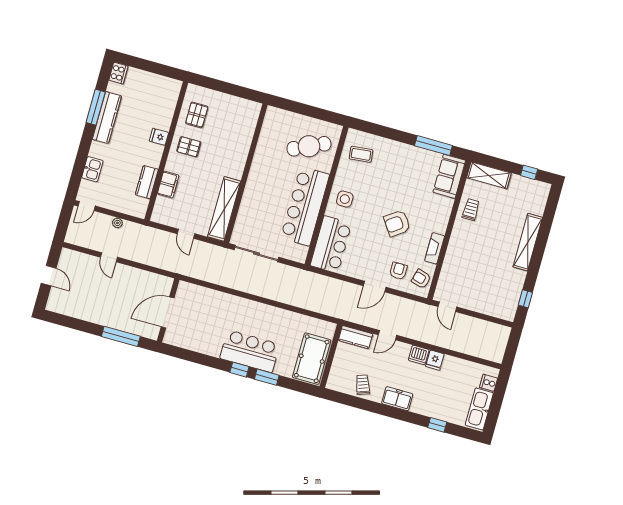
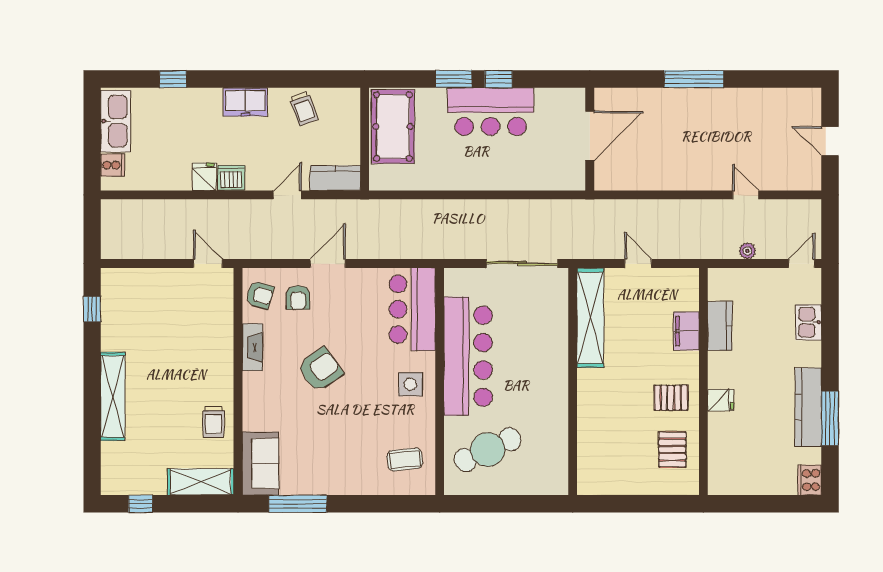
wall: (168, 310) -> (590, 139), moved
door: (168, 312) -> (590, 136), moved

